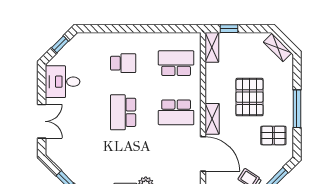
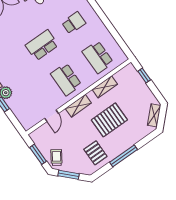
shelving: (212, 47) -> (105, 87), moved
school desk: (123, 63) -> (74, 23), turned -90
school desk: (176, 63) -> (98, 57), turned 180
door: (203, 154) -> (52, 116), width x0.53

